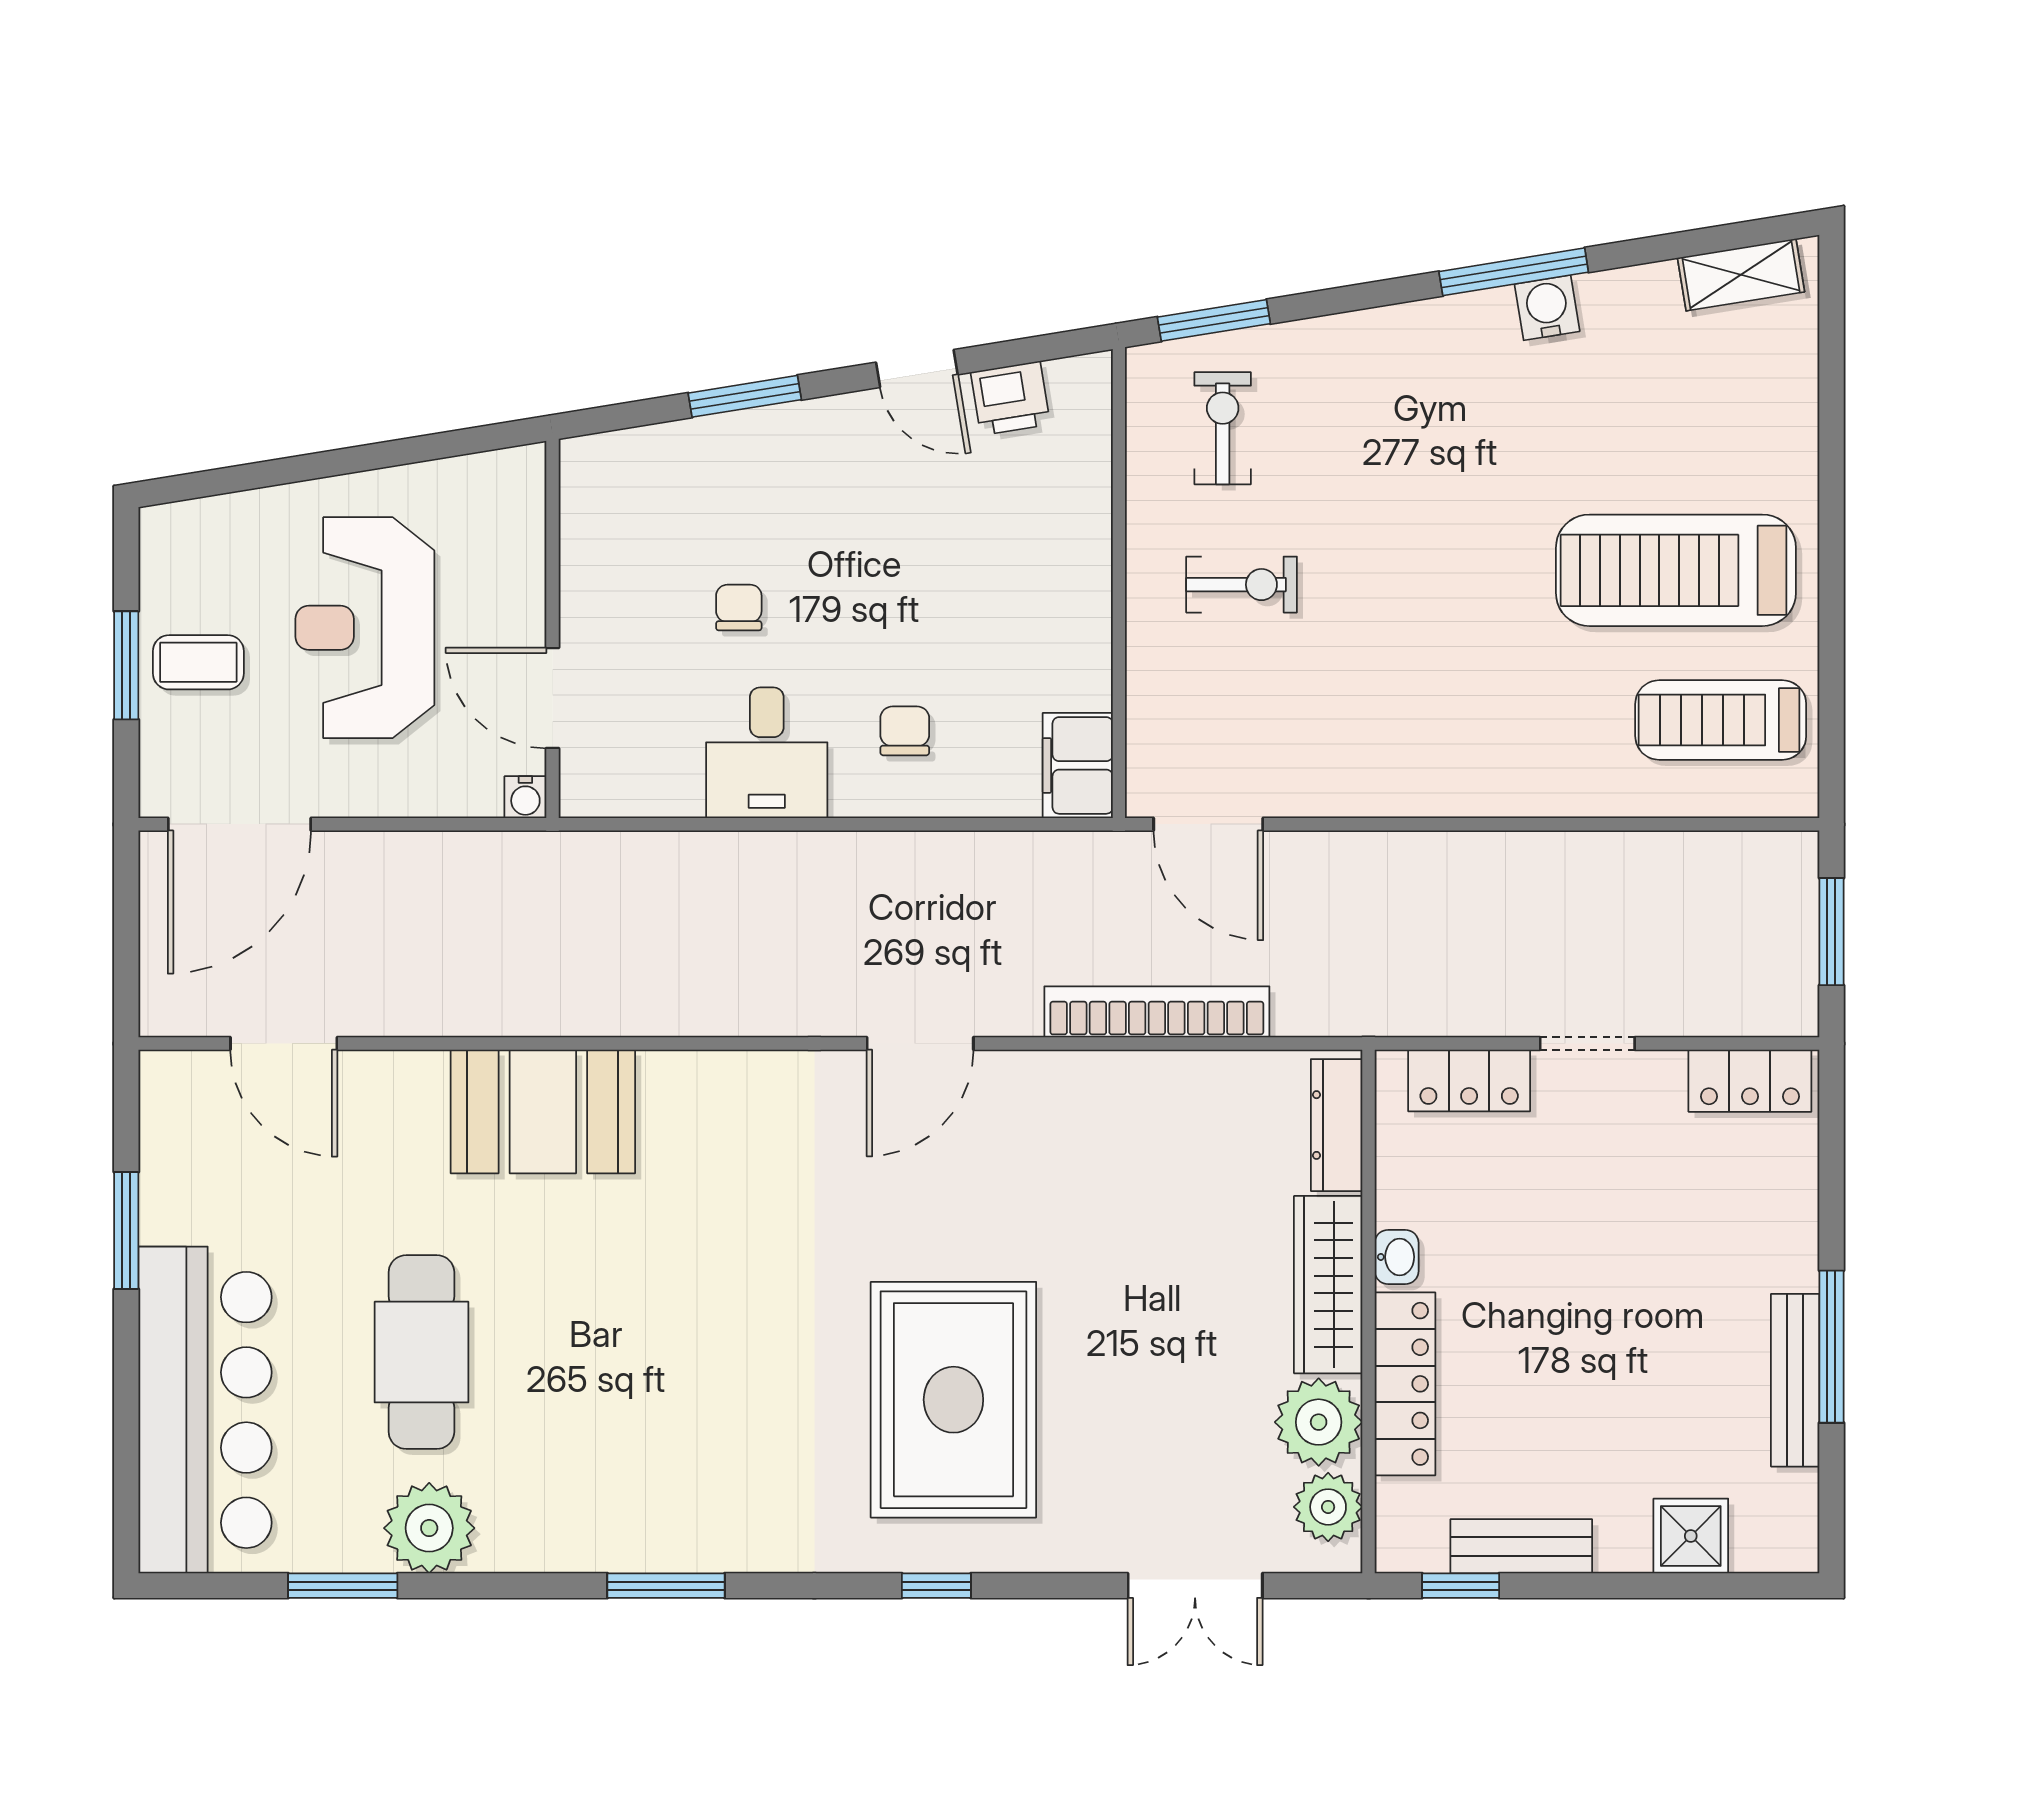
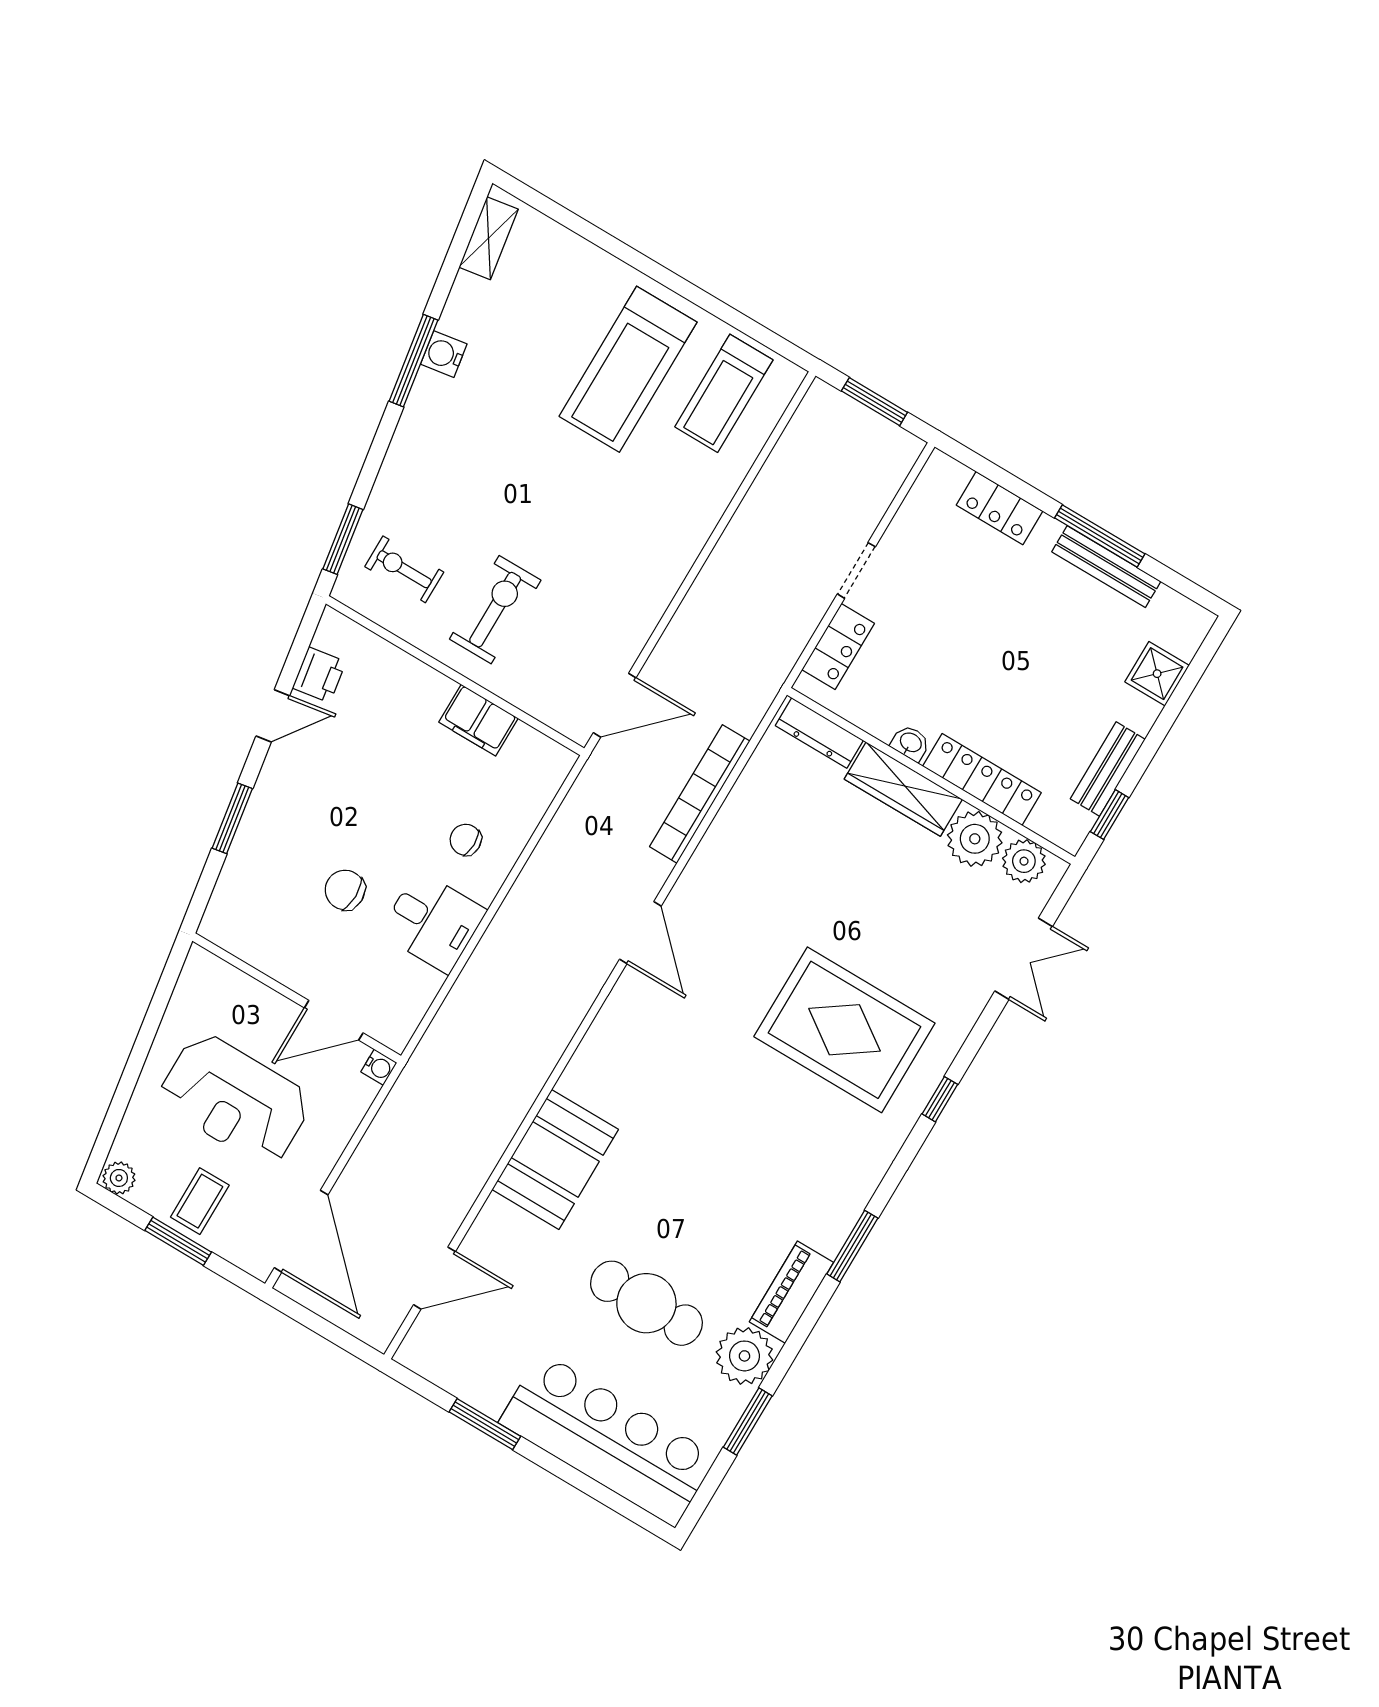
plant: (164, 534) -> (119, 1178), added
exercise bike: (1242, 585) -> (495, 610), width x1.38, depth x1.39
chair: (739, 608) -> (345, 890), width x1.37, depth x1.37
filing cabinet: (1078, 765) -> (478, 720), moved
locker: (1750, 1081) -> (999, 508), moved, turned 90
piano: (554, 1540) -> (791, 1292), added

